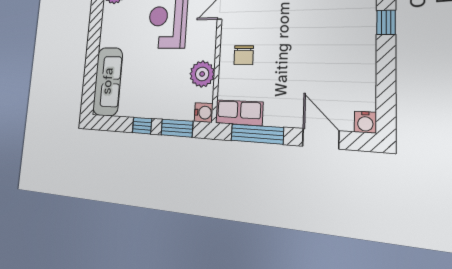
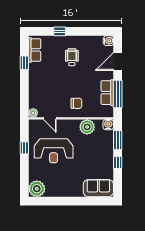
wheelchair: (331, 47) -> (72, 57), added
sofa: (108, 81) -> (98, 188), width x0.73
row of seats: (239, 113) -> (107, 93), moved

